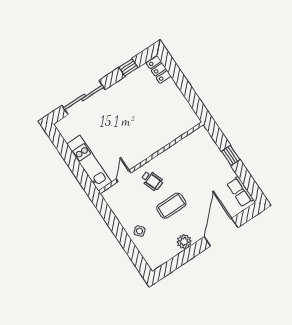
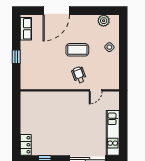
kitchen unit: (89, 163) -> (113, 133), moved
plant: (184, 242) -> (104, 21), moved

